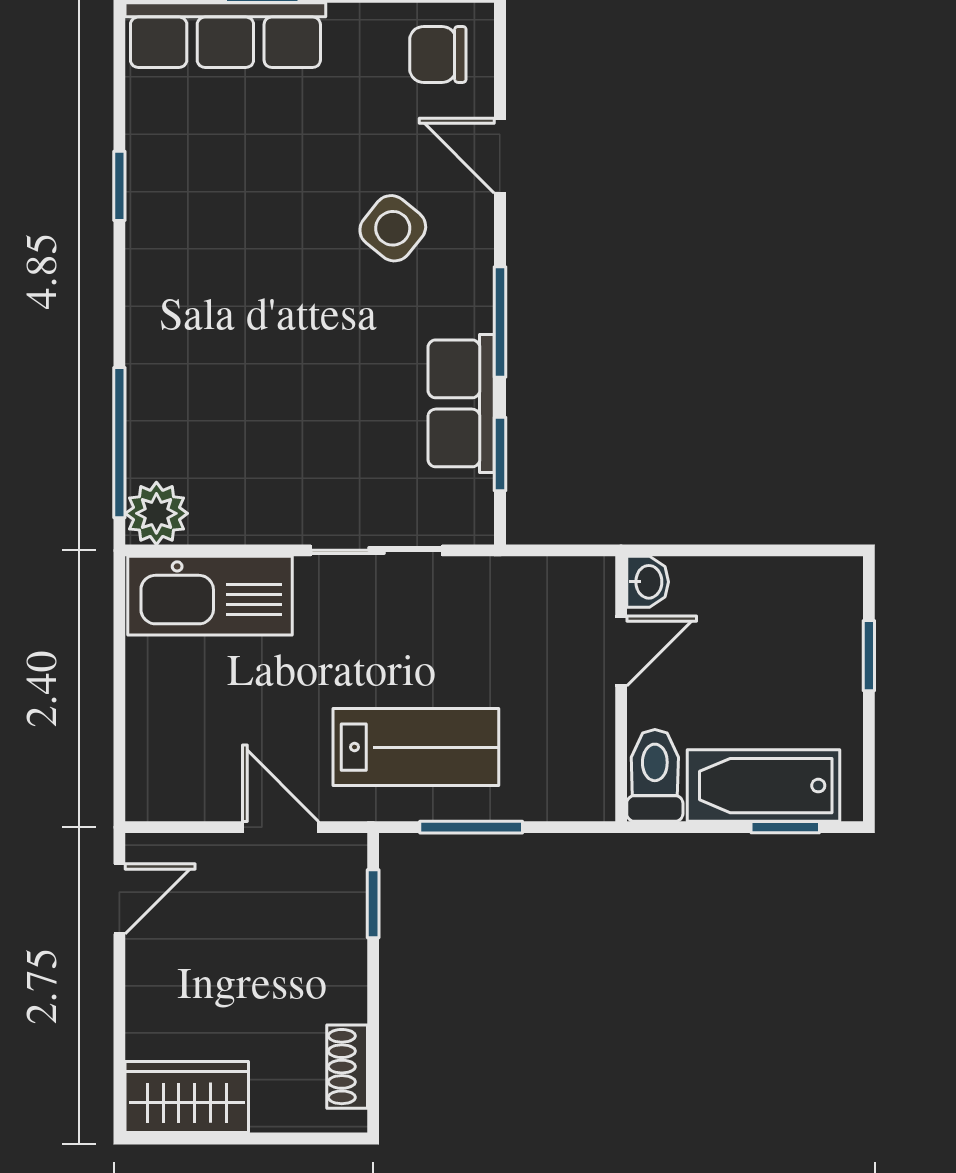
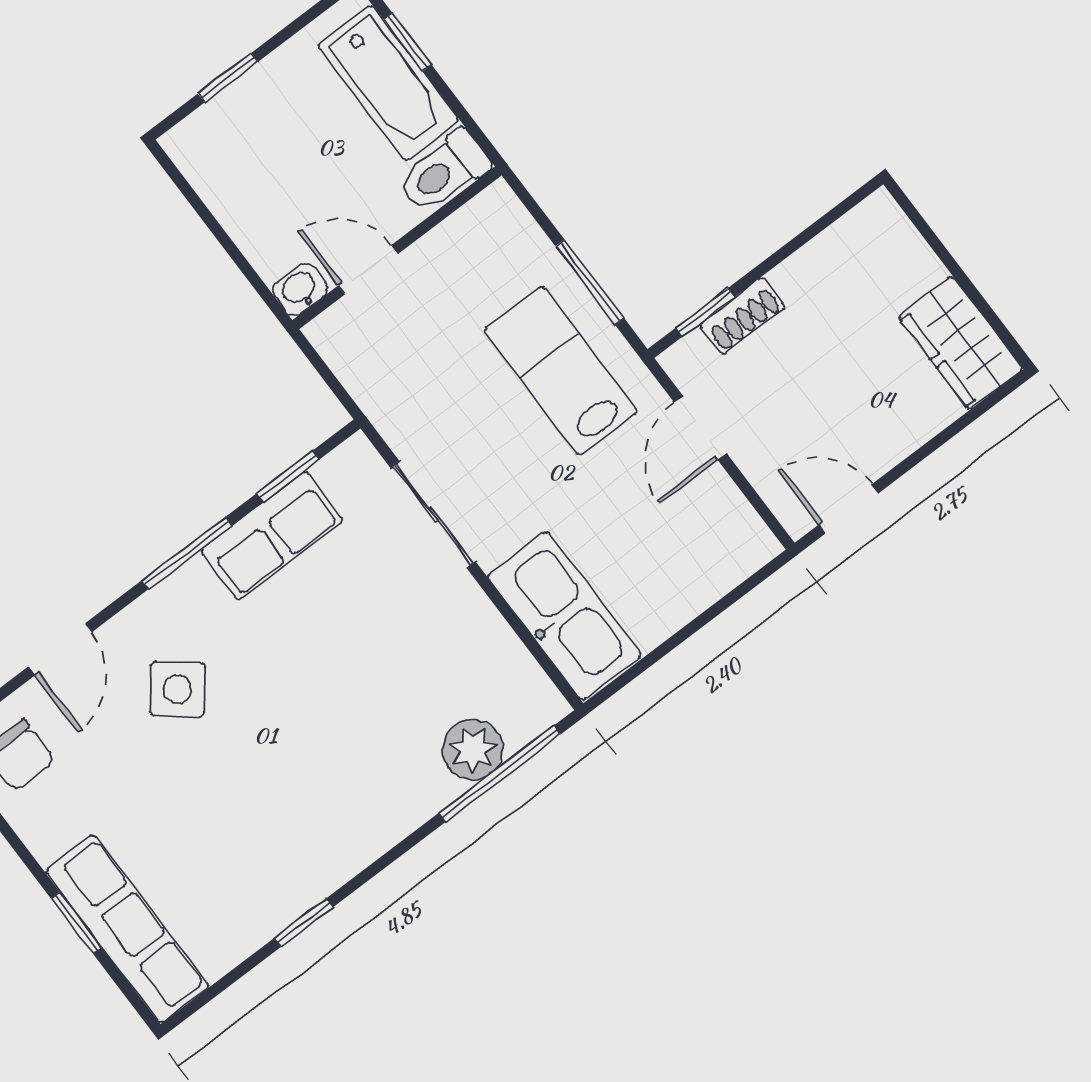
plant: (156, 513) -> (473, 750), moved
shoe rack: (347, 1067) -> (742, 315), moved

